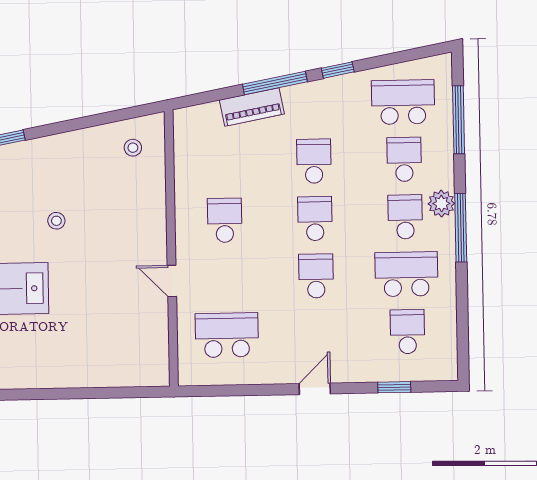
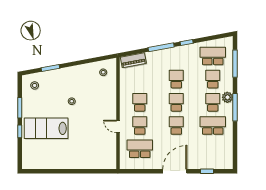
piano: (252, 107) -> (133, 60), moved
school desk: (407, 332) -> (140, 126), moved
door: (315, 389) -> (175, 171), width x1.88

